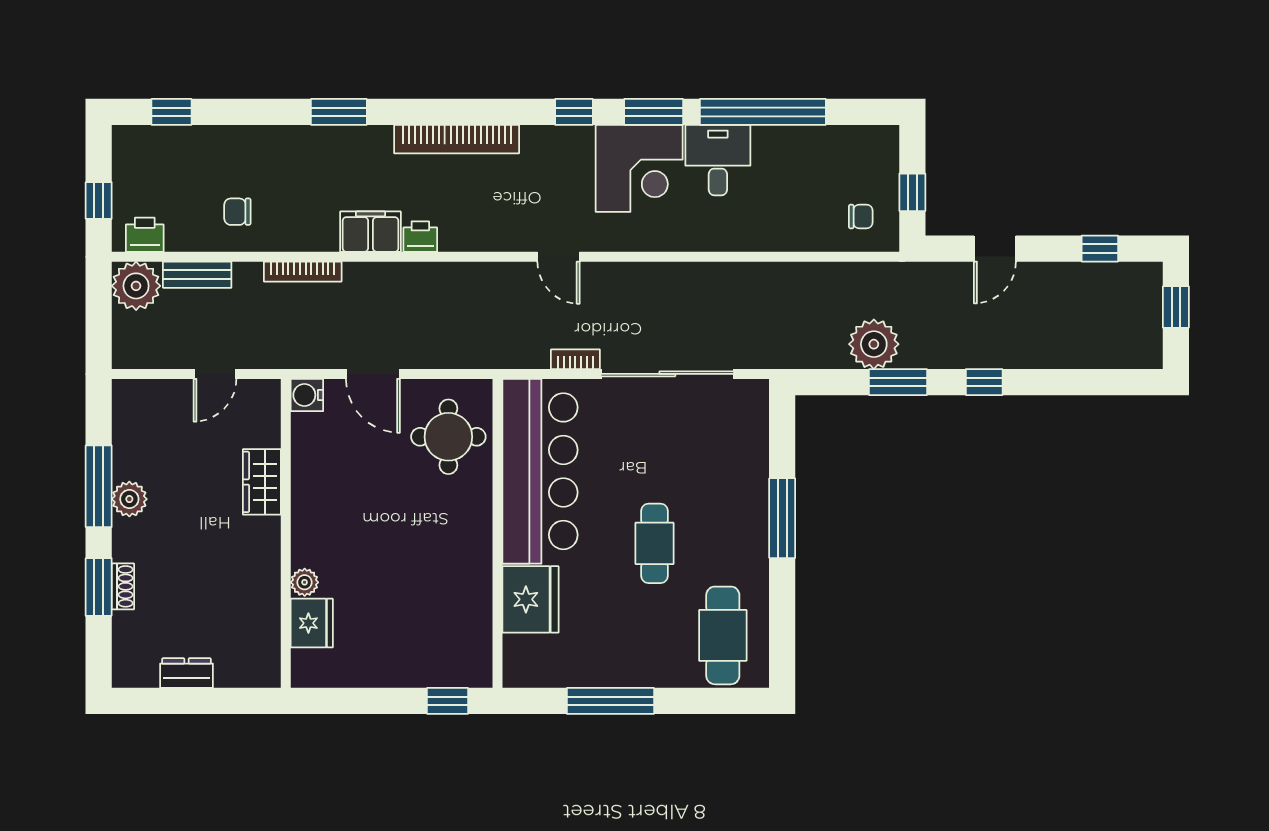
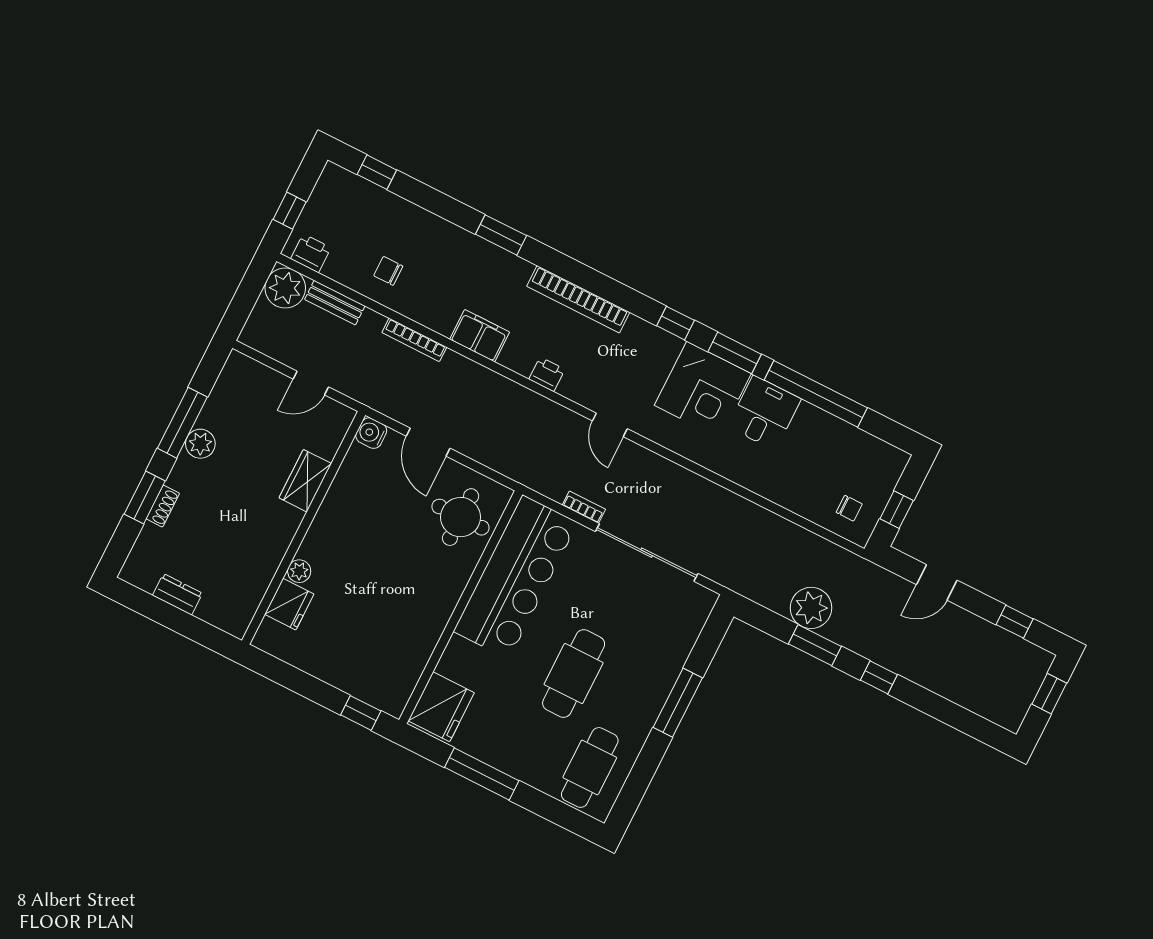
printer: (420, 237) -> (547, 374), moved
cafe table: (655, 543) -> (574, 674), width x1.37, depth x1.35
fridge: (530, 599) -> (441, 707), moved

